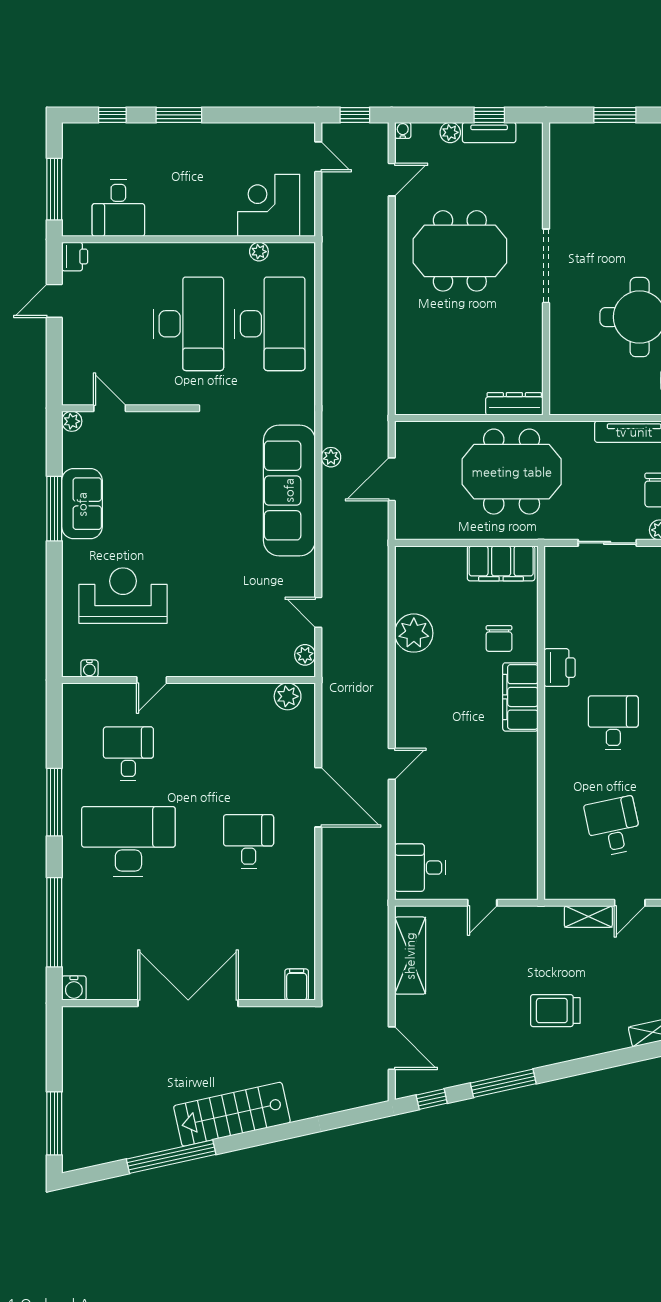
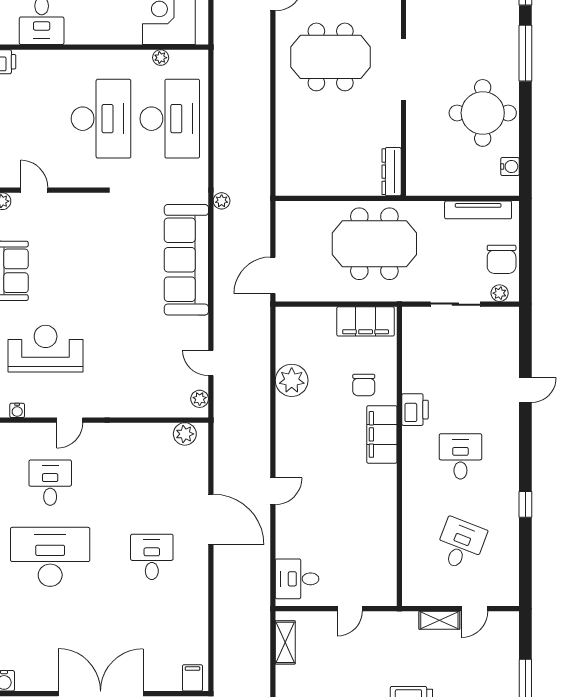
dresser: (514, 404) -> (392, 172), moved, turned -90
plant: (331, 457) -> (222, 201), moved
door: (392, 479) -> (273, 275), moved
desk: (613, 827) -> (460, 544), turned 33
shelving: (410, 956) -> (285, 642), width x0.67, depth x0.75

